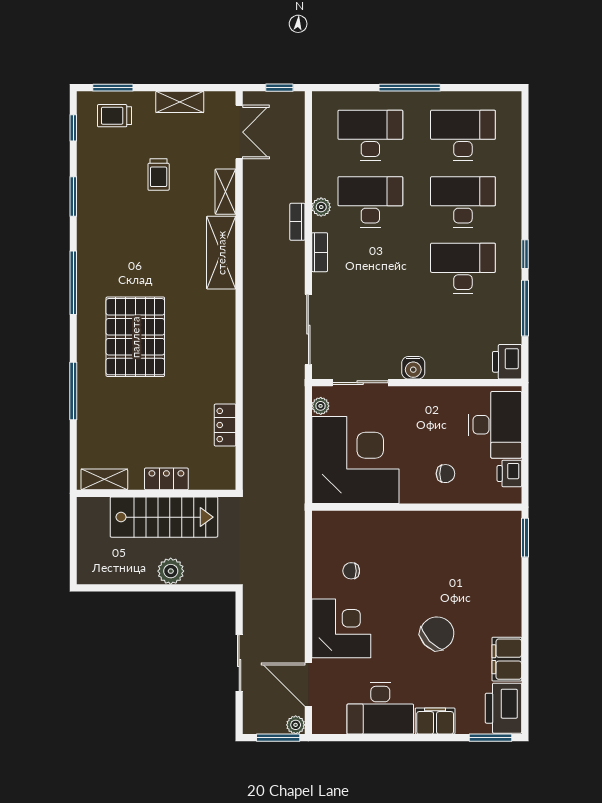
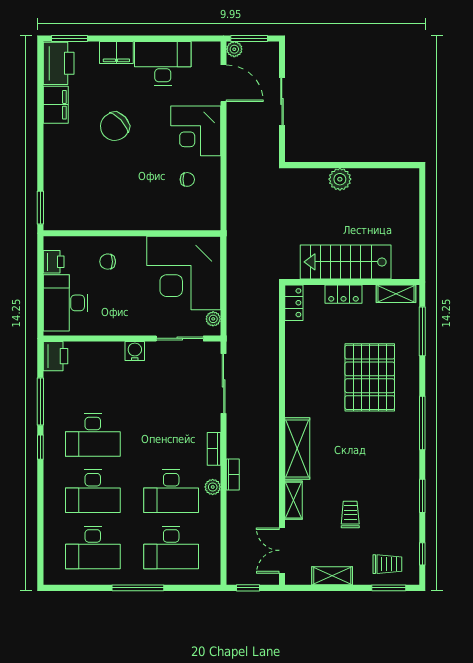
shelving: (104, 479) -> (396, 294), moved
locker: (166, 479) -> (343, 294), moved
wall: (156, 493) -> (352, 282), moved
stairs: (164, 517) -> (346, 262), moved

